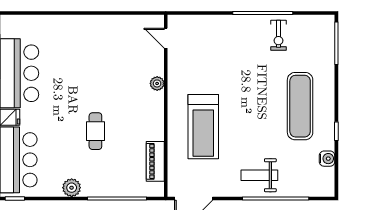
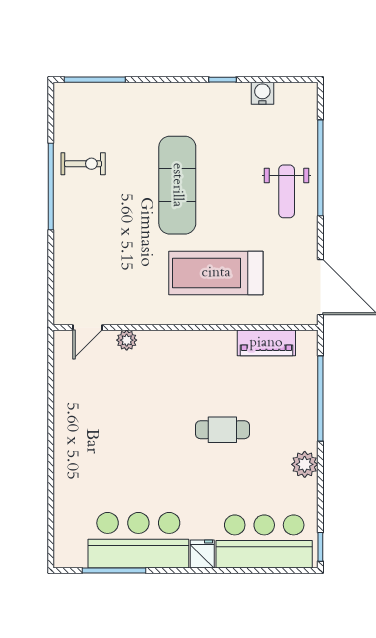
plant: (157, 83) -> (127, 340), moved
exercise mat: (300, 106) -> (177, 185), moved, turned 90
treadmill: (203, 127) -> (216, 273), turned 180

